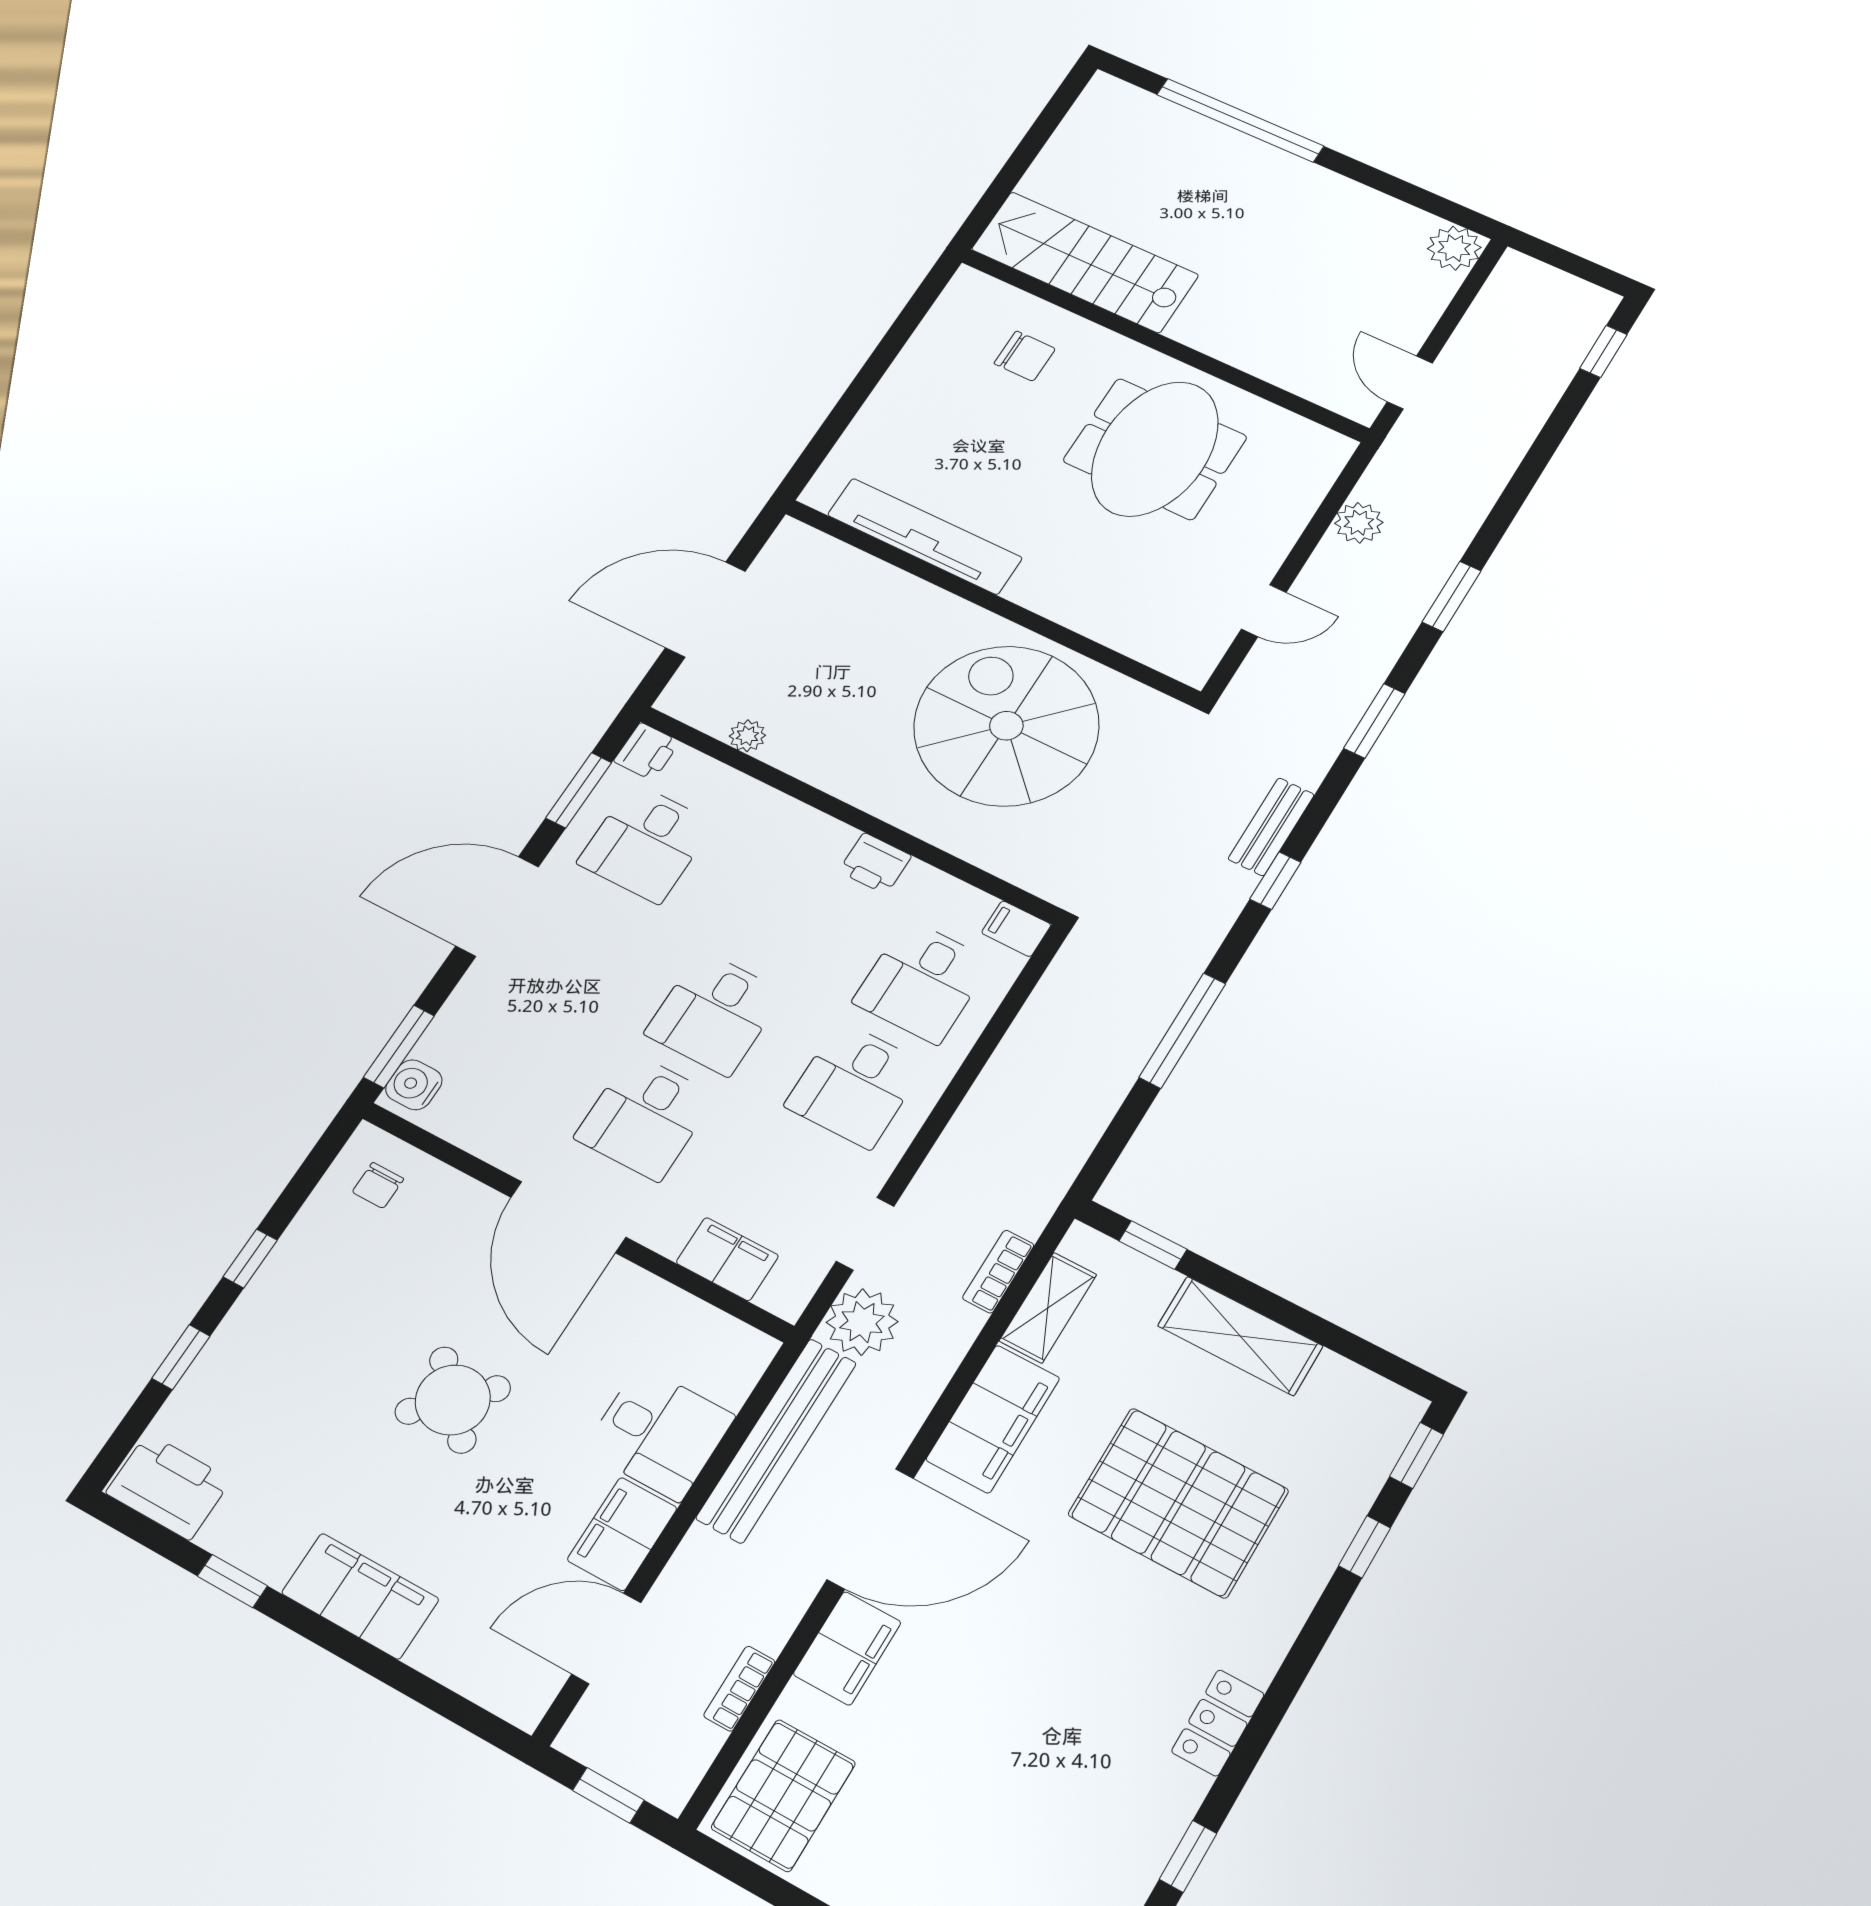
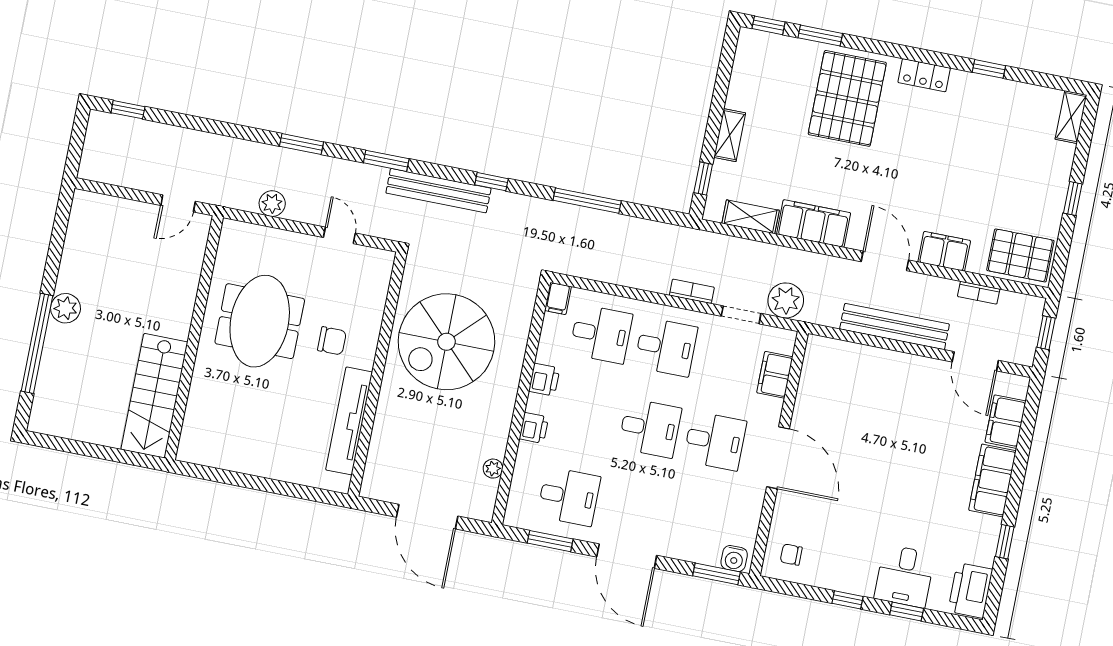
plant: (1454, 248) -> (65, 308), moved
chair: (1025, 356) -> (332, 341), moved, turned 90
meeting table: (1155, 449) -> (260, 321), turned 90
printer: (647, 751) -> (534, 428), moved, turned 90
bench: (1271, 827) -> (438, 191), width x1.86, depth x1.21
chair: (378, 1185) -> (791, 555), turned 180
door: (568, 1217) -> (778, 458), hinge flipped
bookcase: (998, 1272) -> (692, 291), moved, turned 180
shelving: (1240, 1336) -> (730, 135), width x0.67, depth x0.75
round table: (453, 1400) -> (886, 476), removed
desk: (659, 1433) -> (905, 576), moved, turned 180
bench: (776, 1440) -> (895, 327), moved
pallet: (1178, 1502) -> (847, 98), moved
door: (870, 1529) -> (885, 261), width x0.73
filing cabinet: (622, 1534) -> (1006, 422), moved, turned 90
window: (1364, 1547) -> (820, 36), width x1.50

